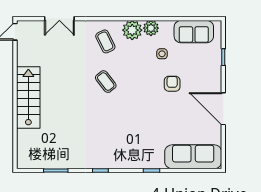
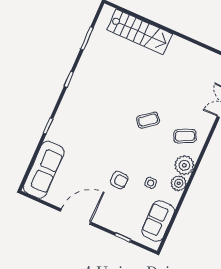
stairs: (28, 98) -> (140, 32), moved

